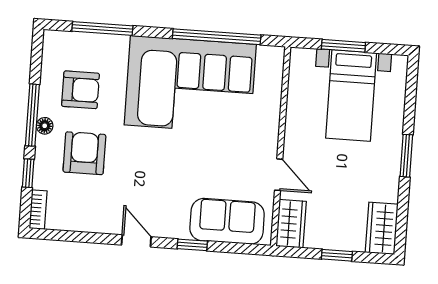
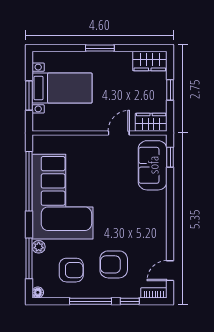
plant: (118, 44) -> (39, 247), added
armchair: (81, 90) -> (71, 270), turned 90
floor lamp: (45, 126) -> (38, 292), moved
door: (136, 241) -> (170, 271), moved
window: (192, 245) -> (170, 157), moved

